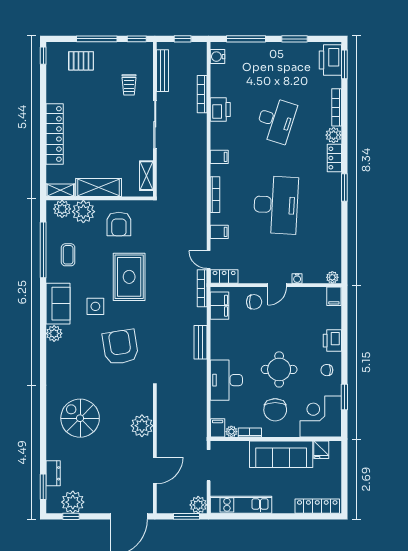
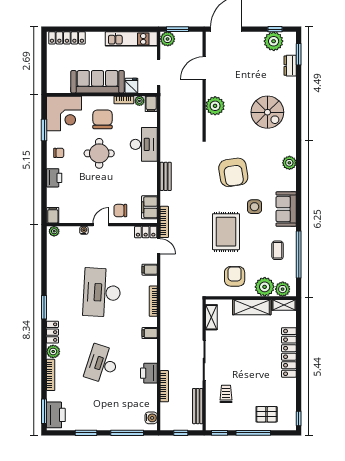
plant: (54, 333) -> (289, 163), moved
fridge: (321, 450) -> (131, 86), moved

